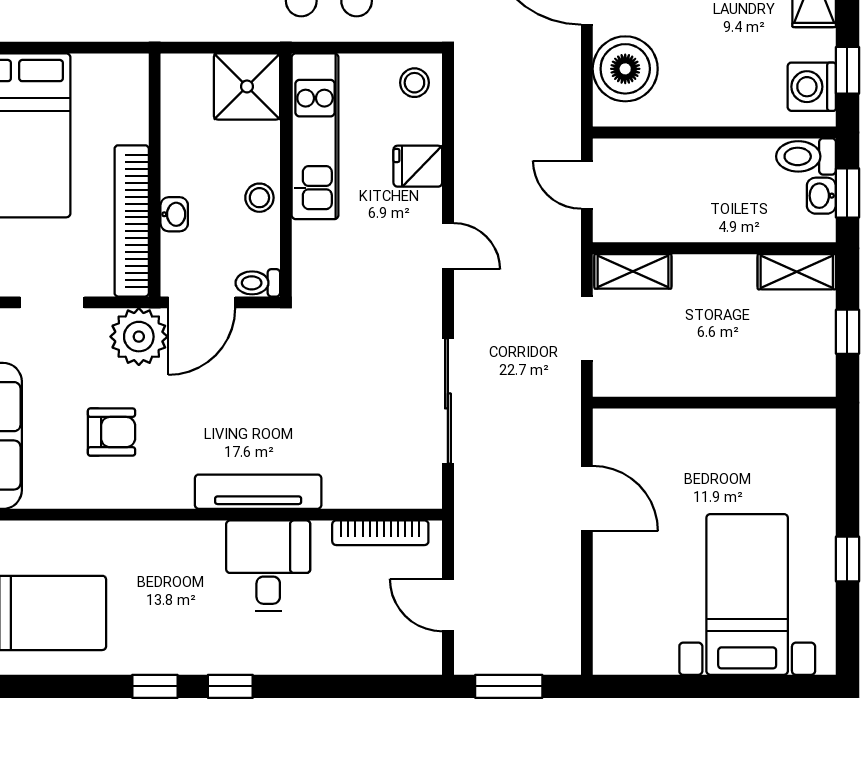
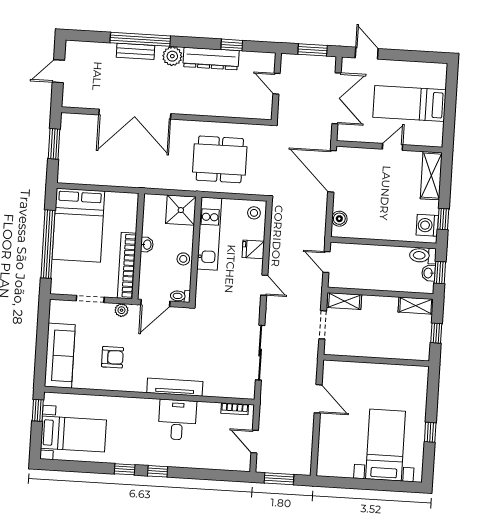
boiler: (625, 69) -> (339, 219), width x0.54, depth x0.54
washbasin: (174, 214) -> (147, 245), moved
plant: (139, 337) -> (122, 310), width x0.53, depth x0.53
bookcase: (380, 533) -> (235, 409), width x0.64

